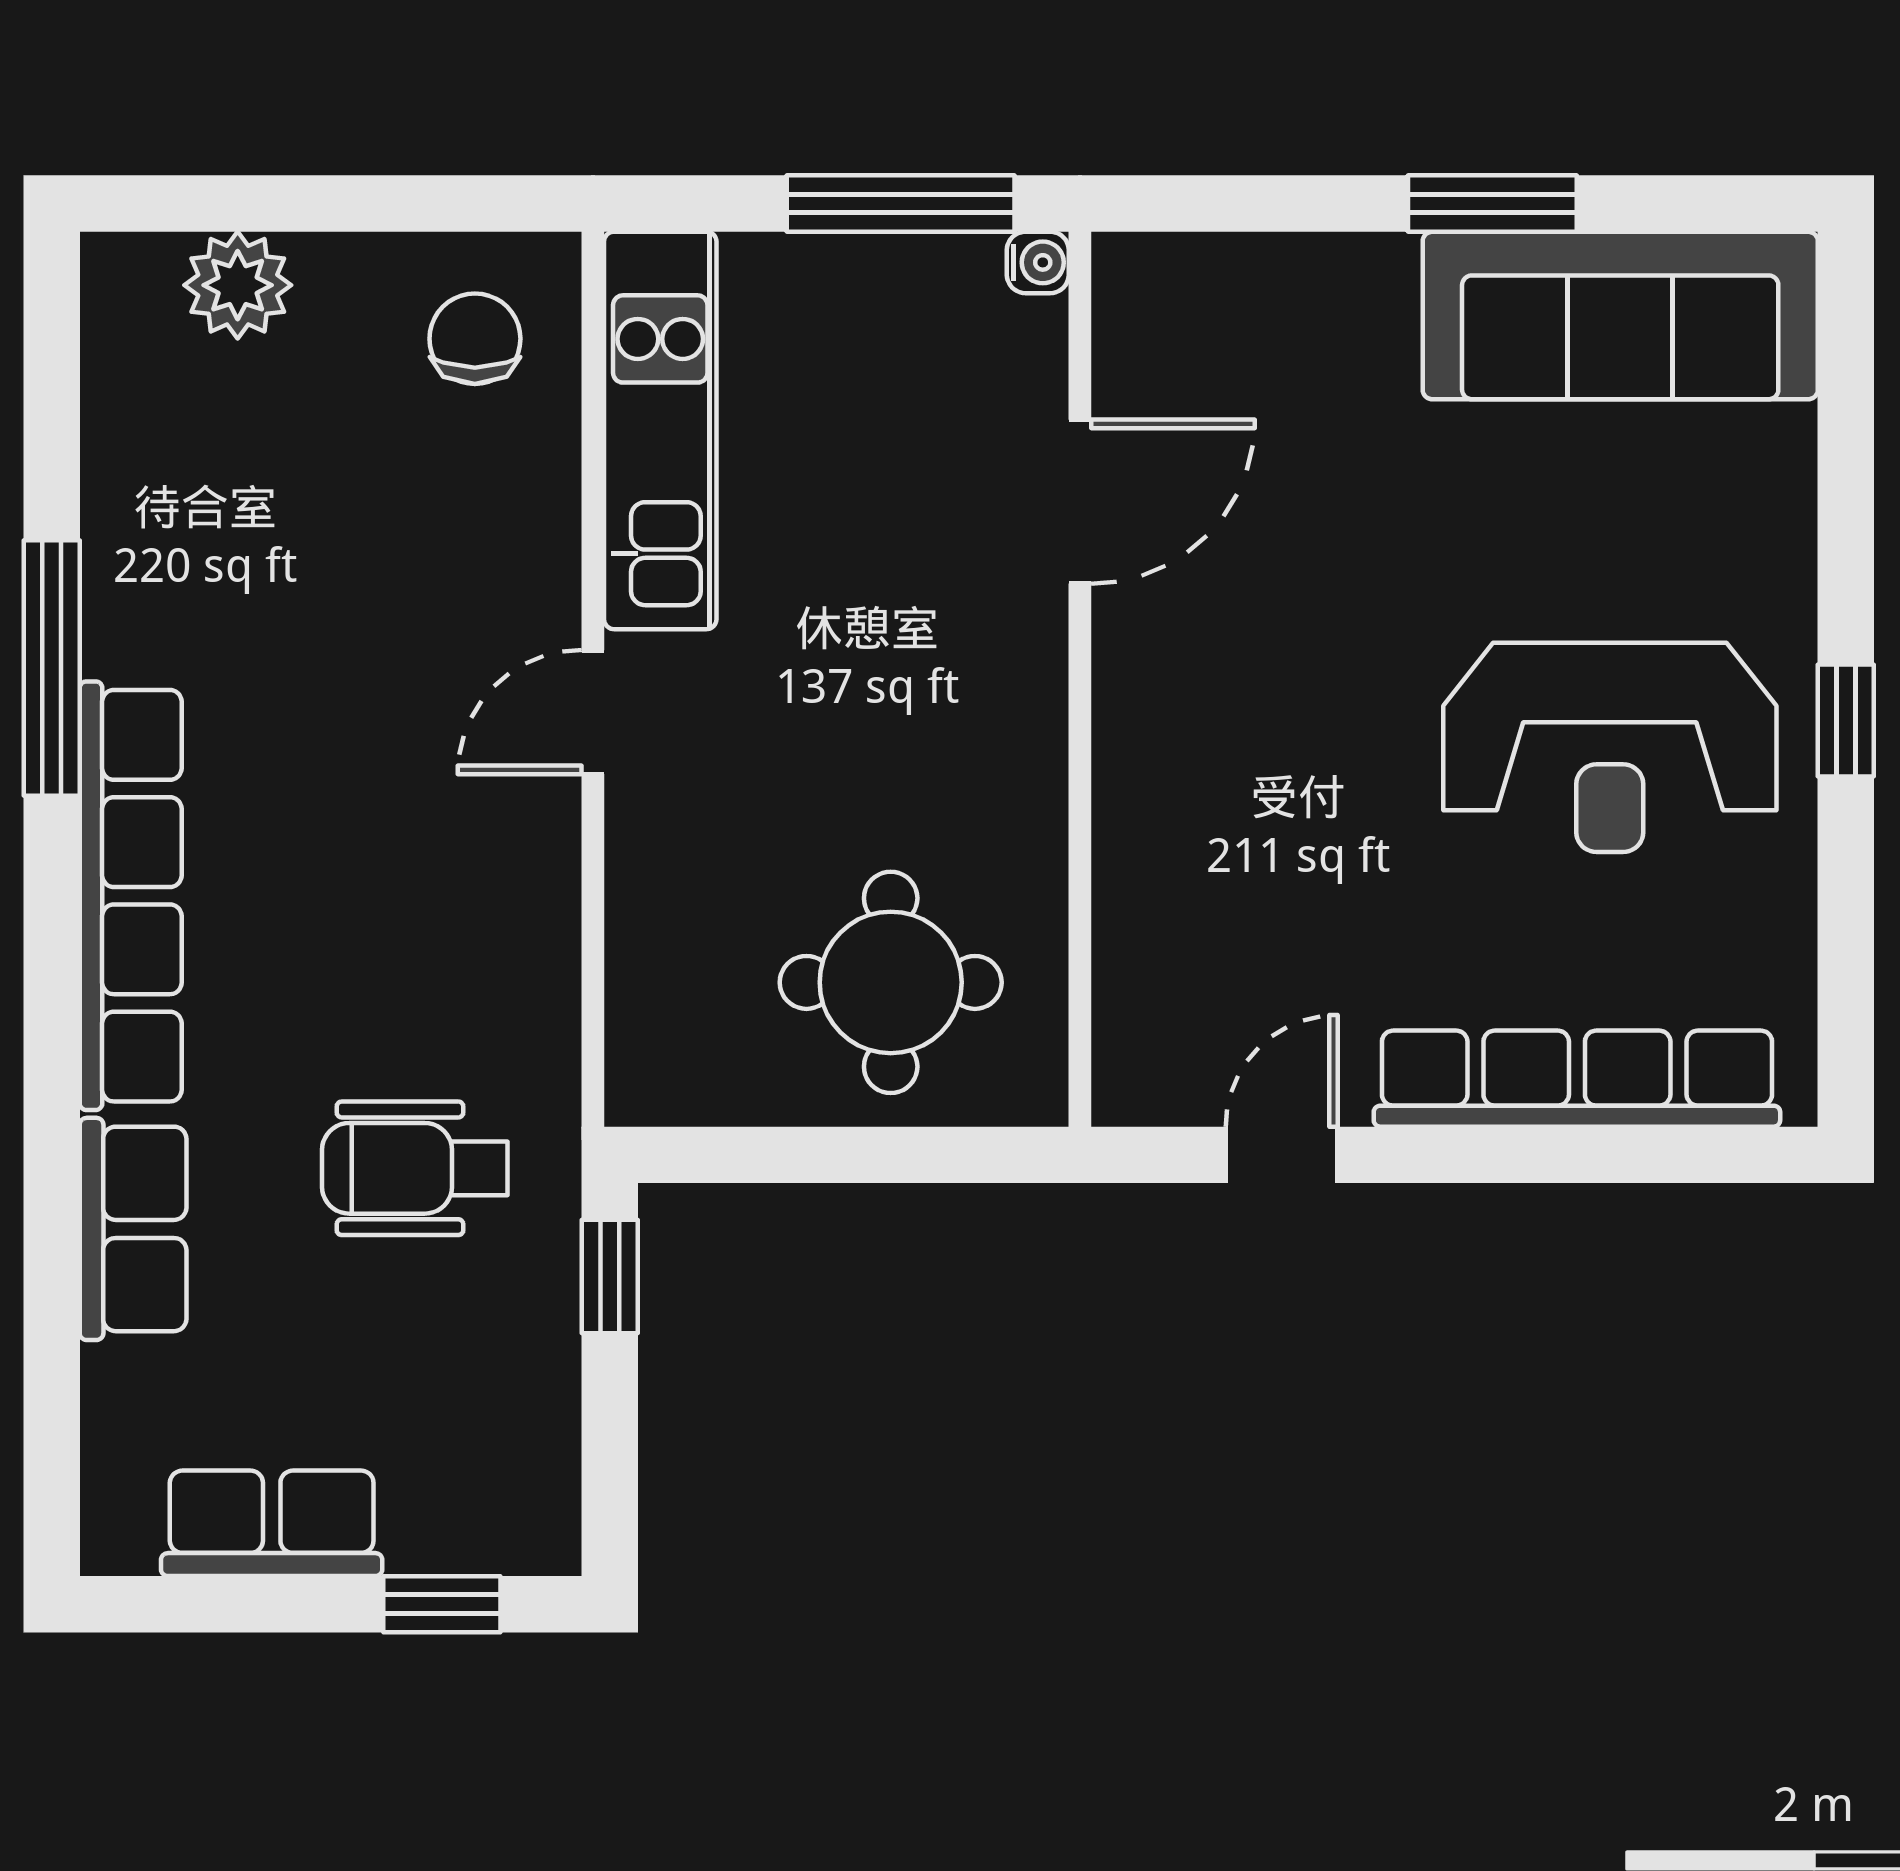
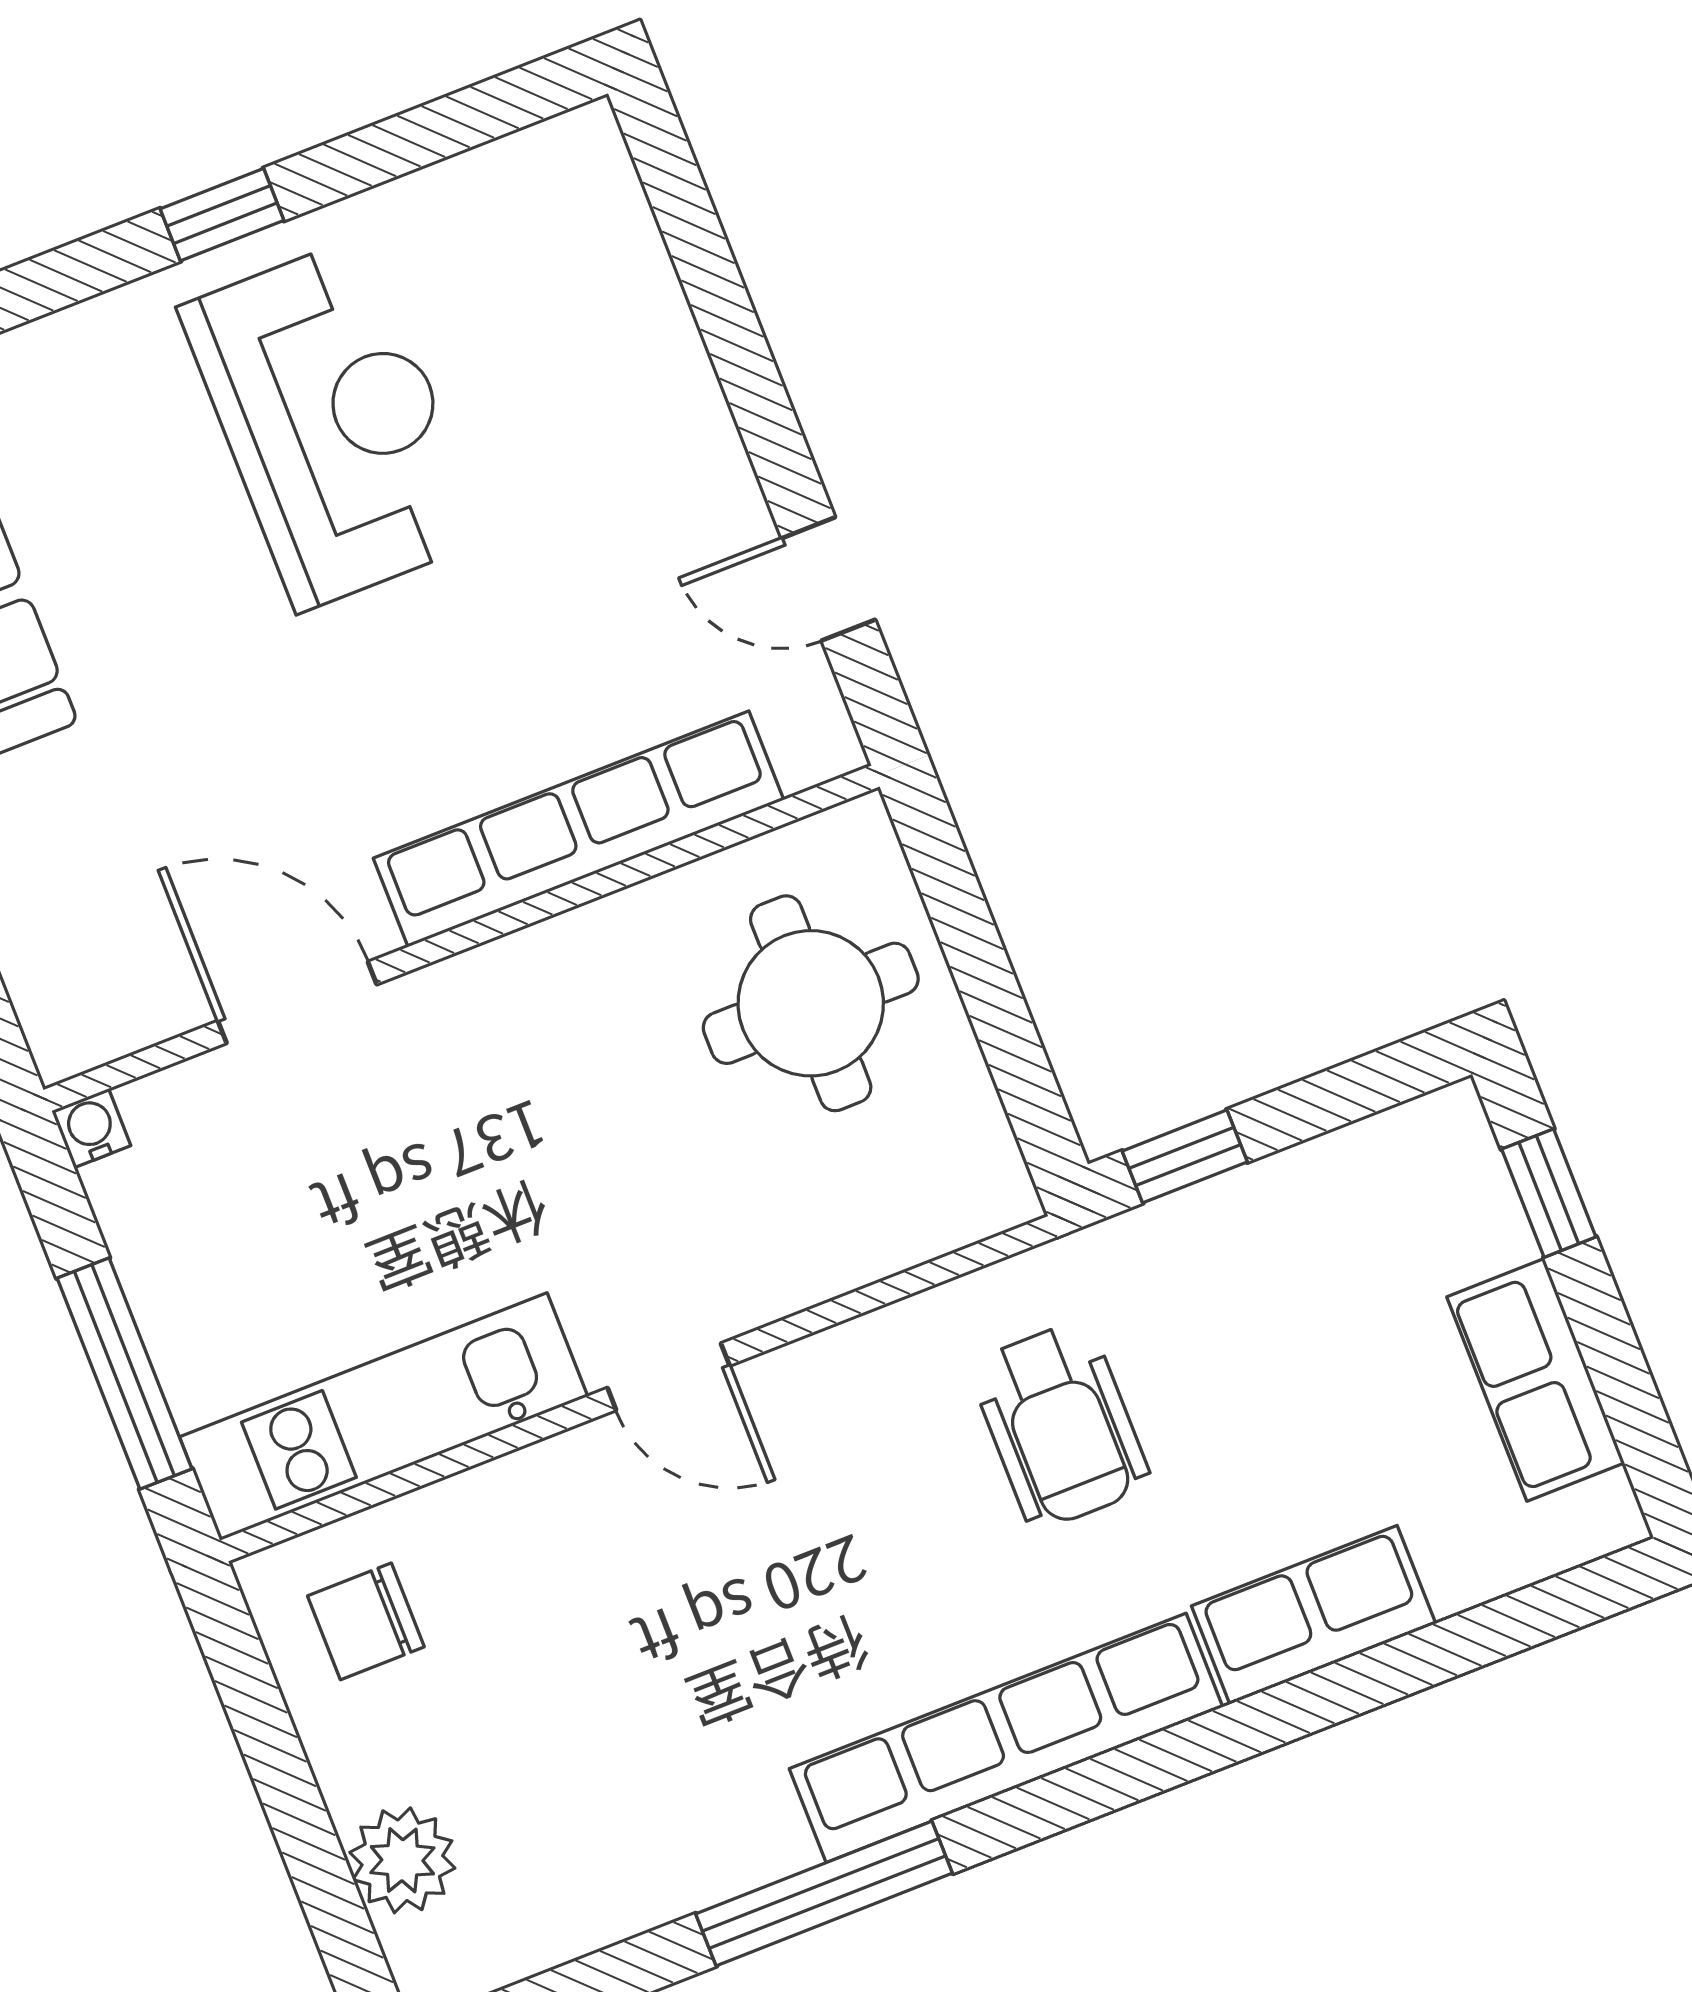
window: (901, 204) -> (124, 1374), moved
row of seats: (1577, 1079) -> (579, 829), moved, turned 90
wheelchair: (415, 1168) -> (1060, 1425), moved

